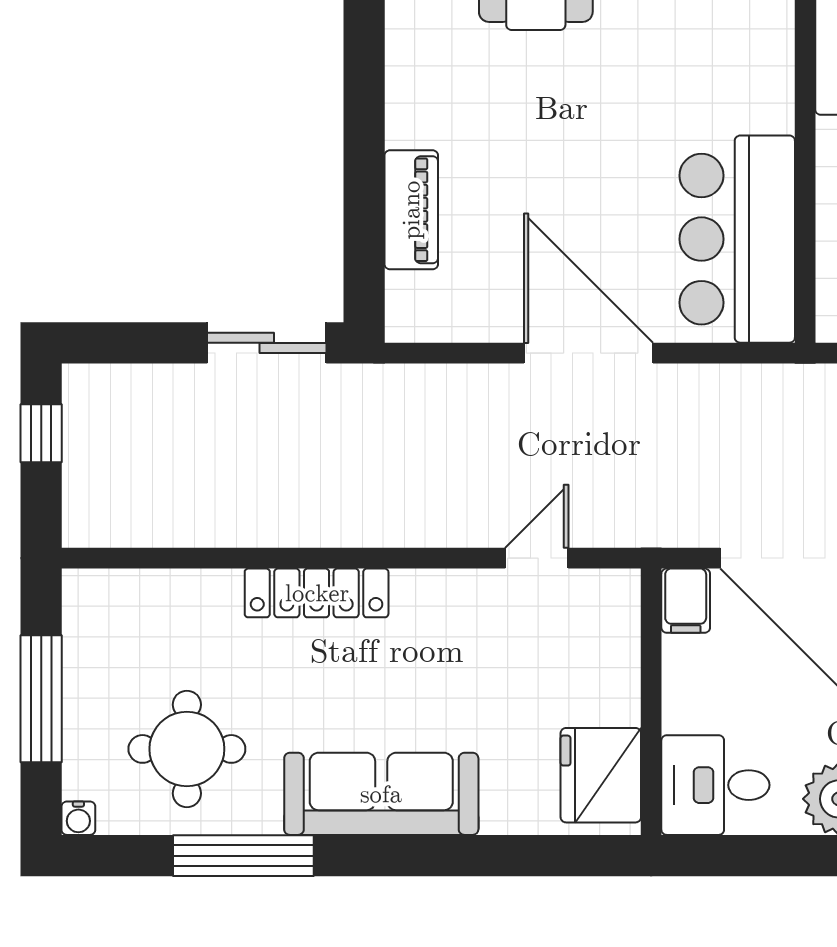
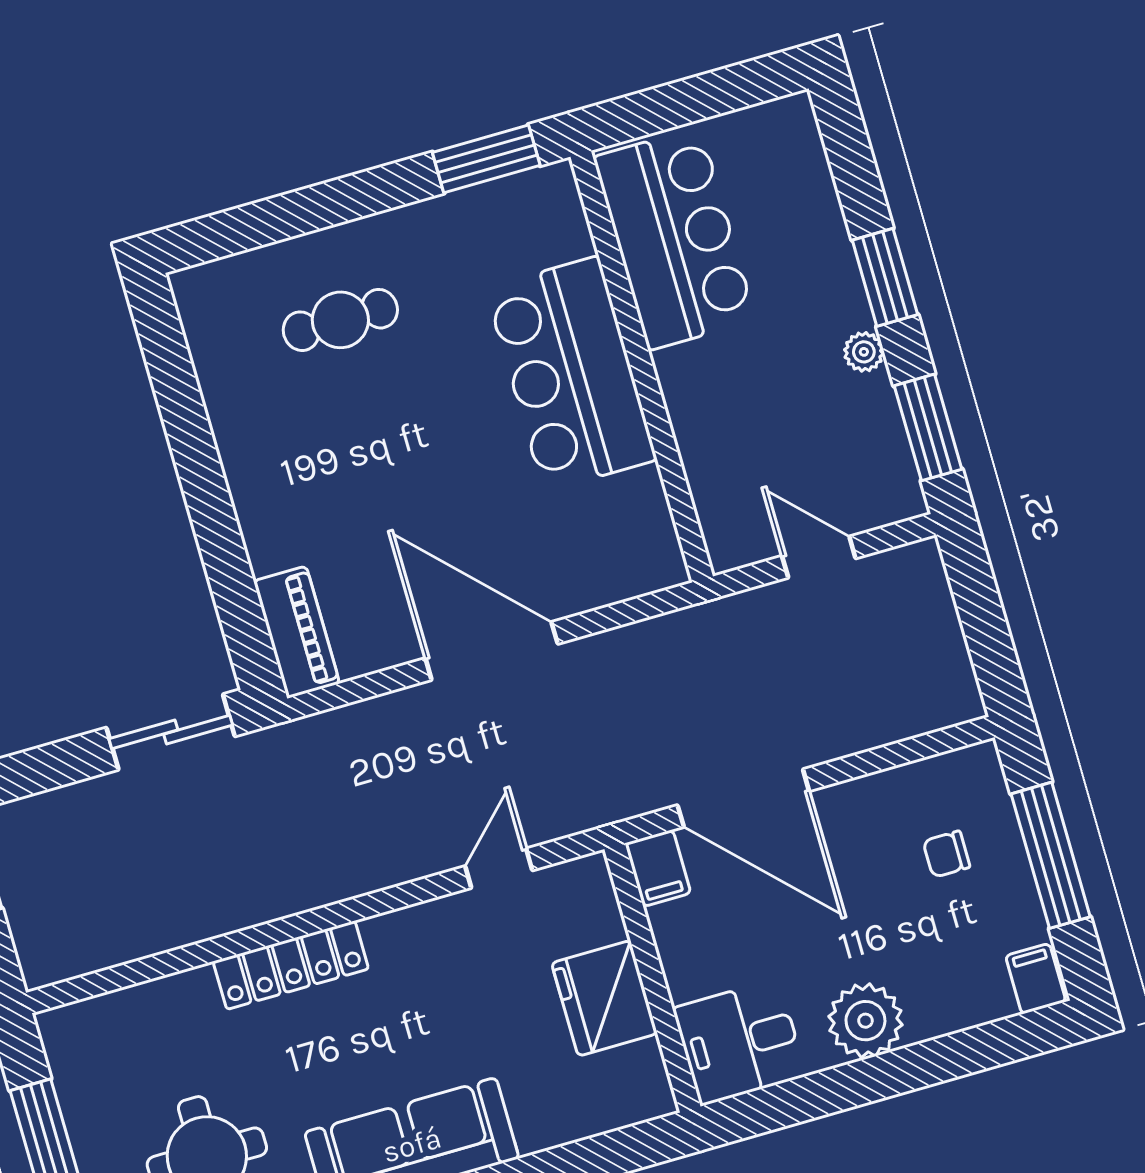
piano: (411, 210) -> (297, 632), moved
bar counter: (737, 239) -> (571, 374), moved
fridge: (601, 775) -> (604, 998), moved

